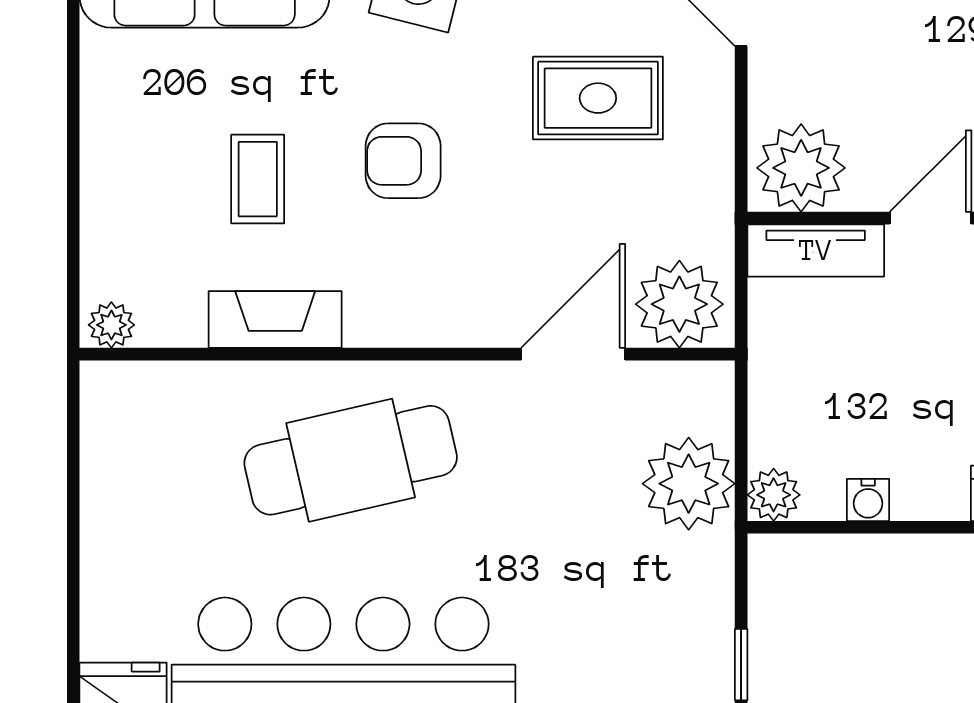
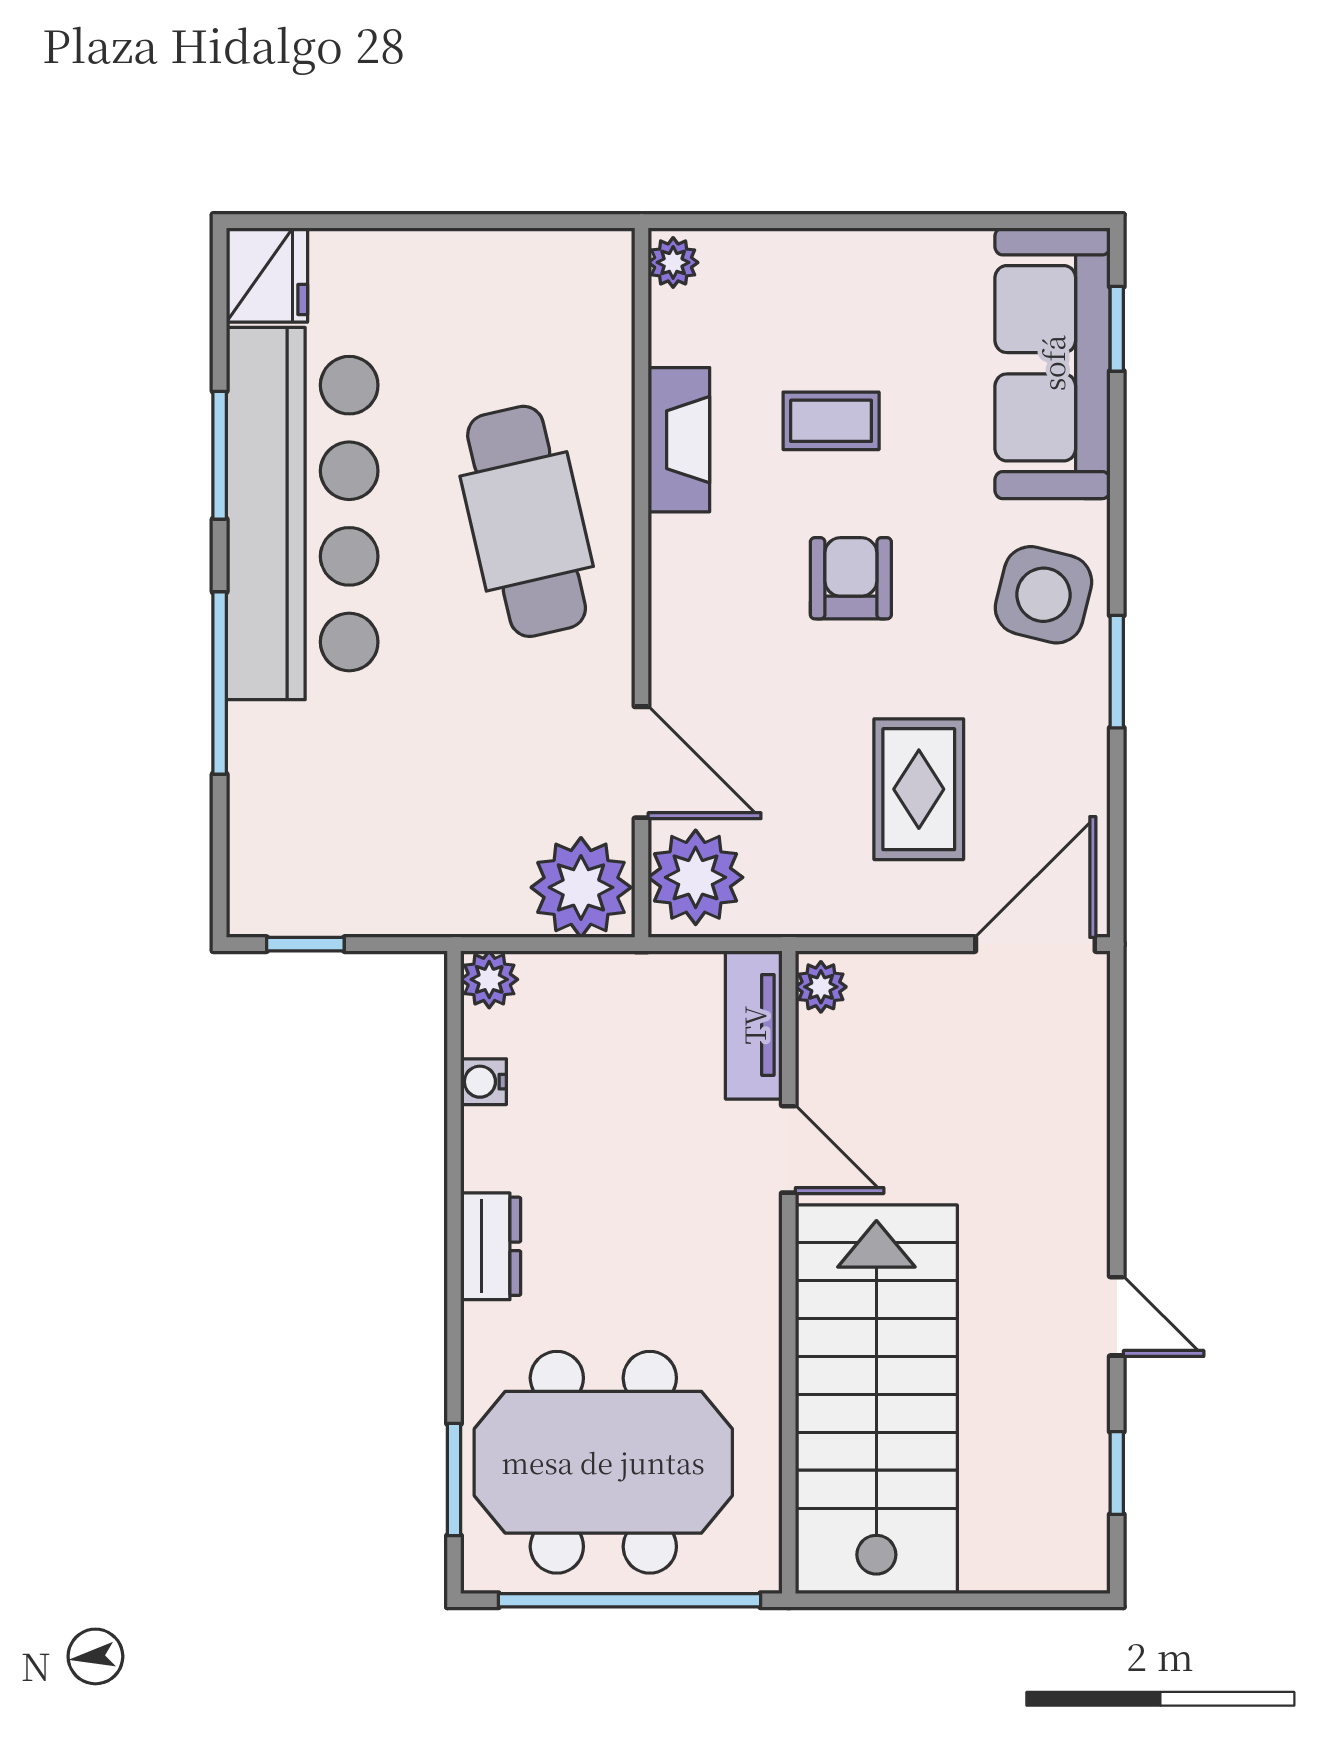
plant: (801, 168) -> (821, 987), width x0.53, depth x0.53
plant: (689, 484) -> (581, 887), moved

